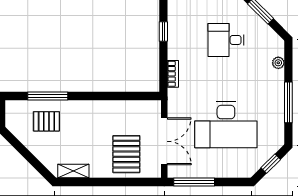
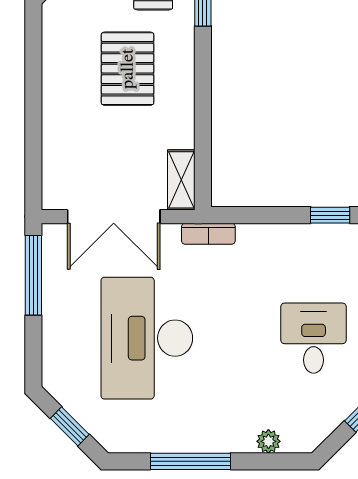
bookcase: (173, 74) -> (208, 234), moved
pallet: (126, 154) -> (128, 69), moved, turned 90
shelving: (73, 171) -> (181, 180), moved

